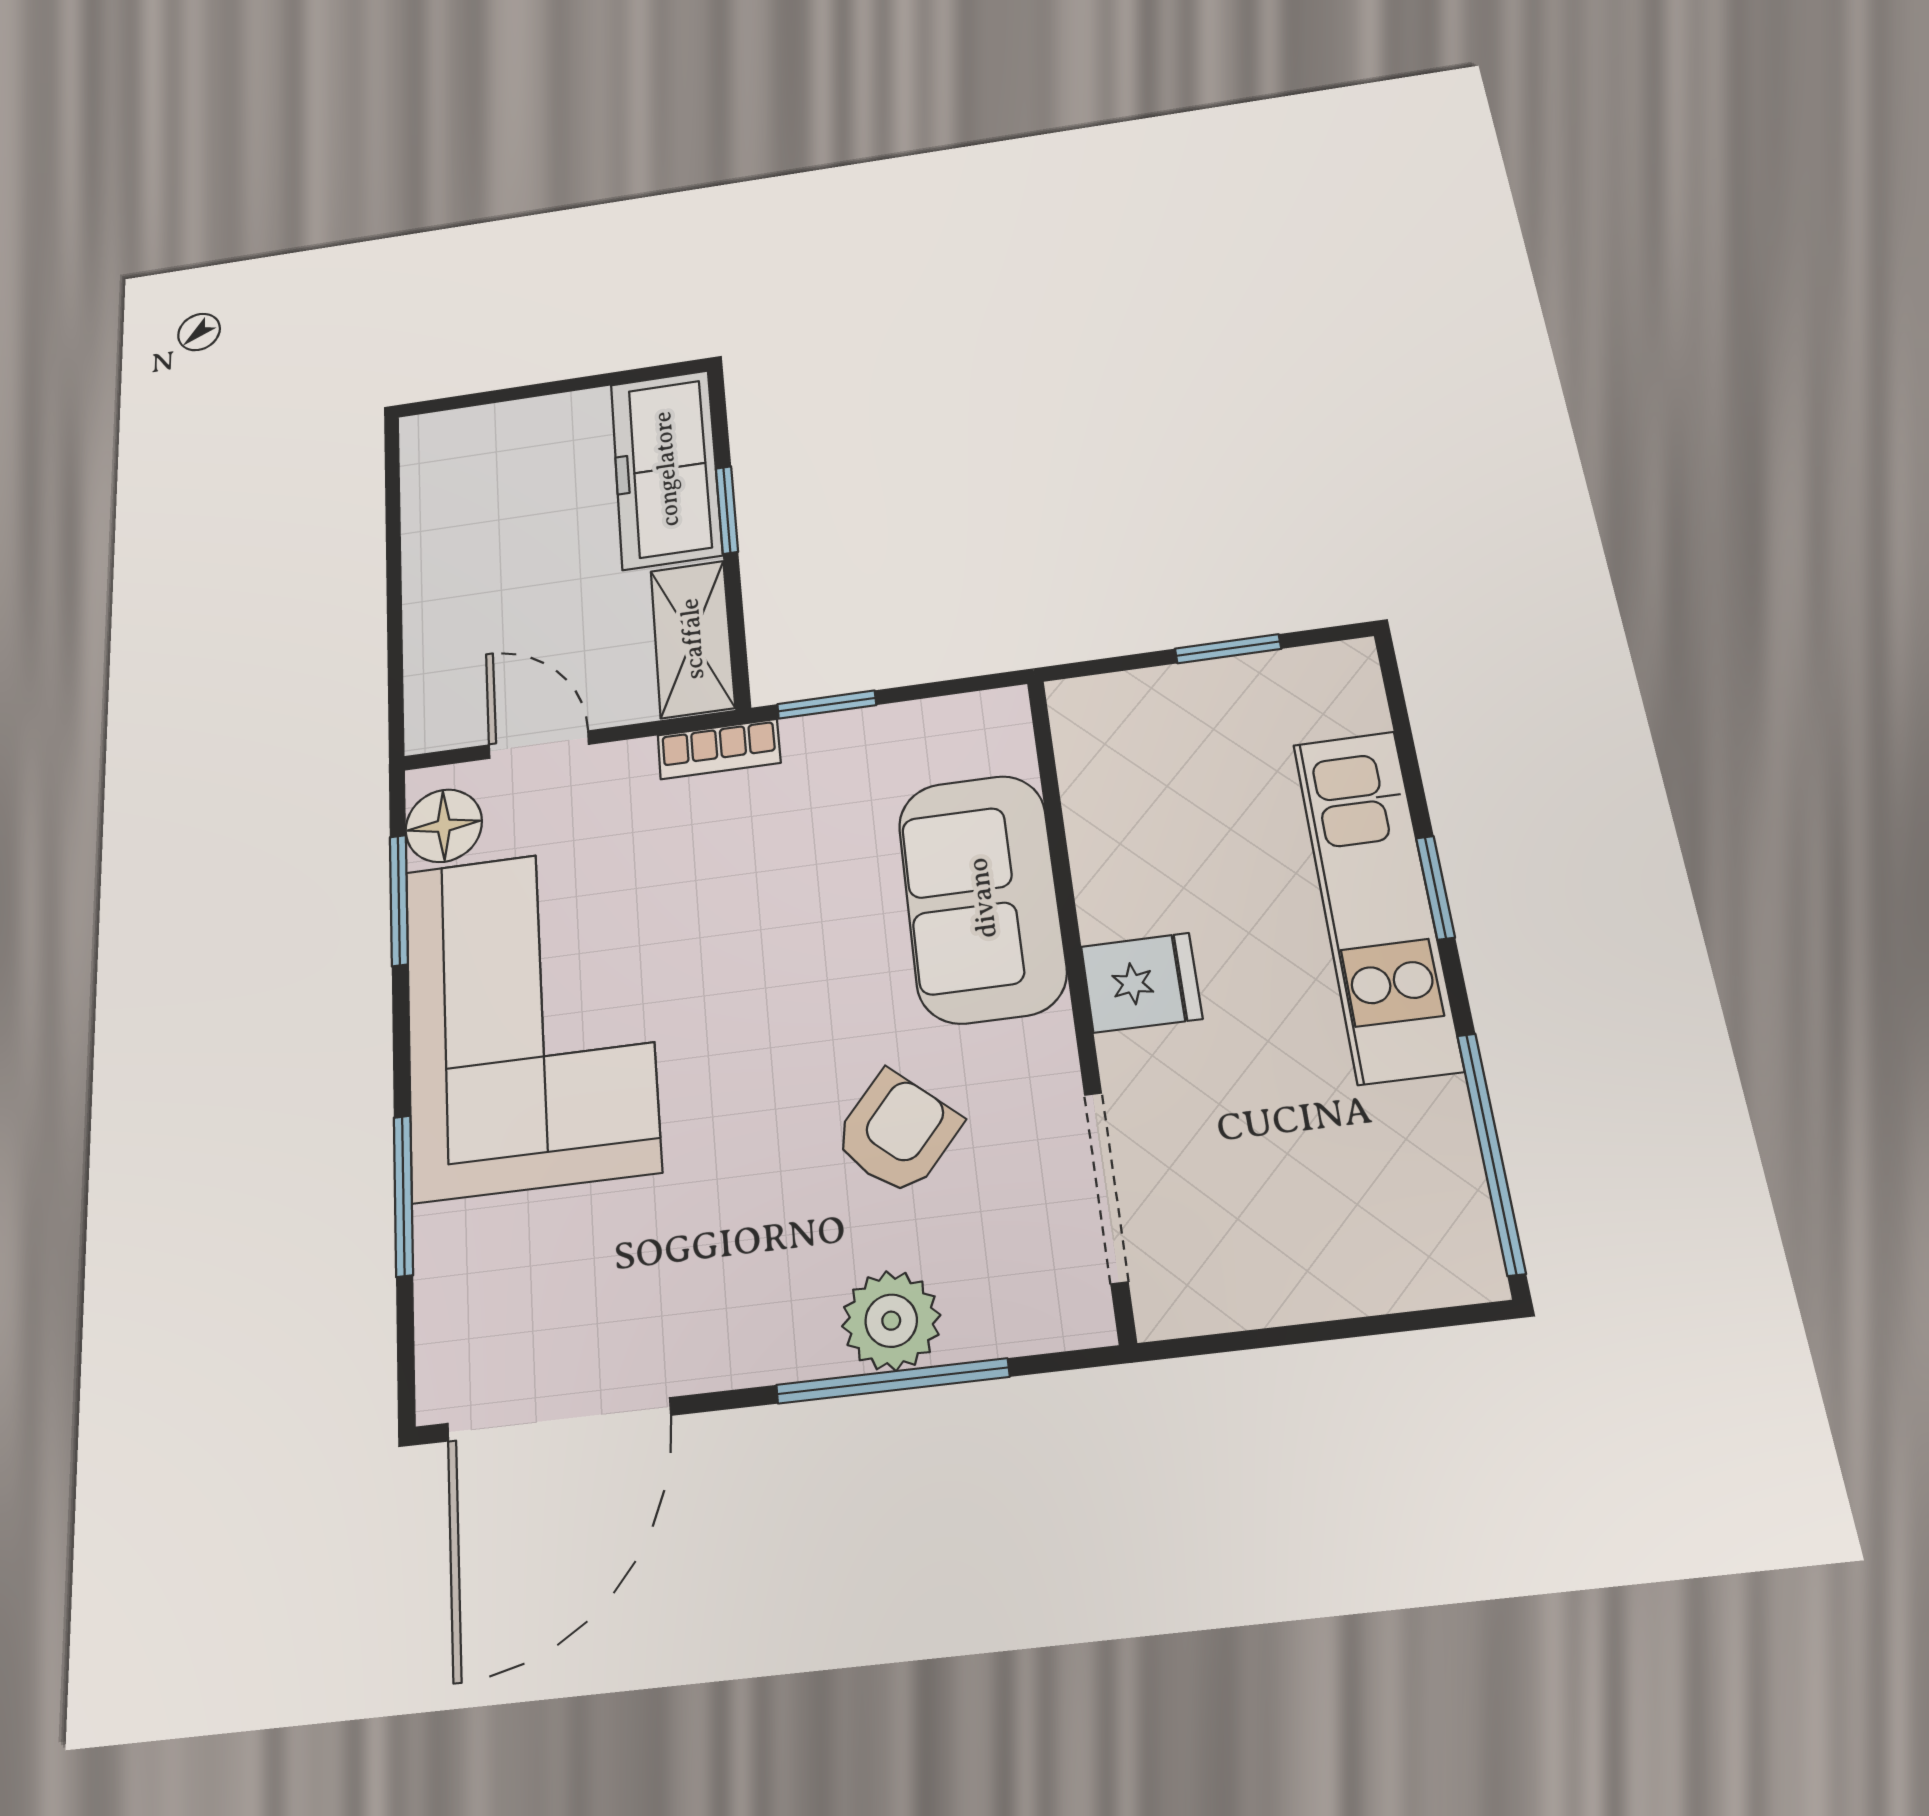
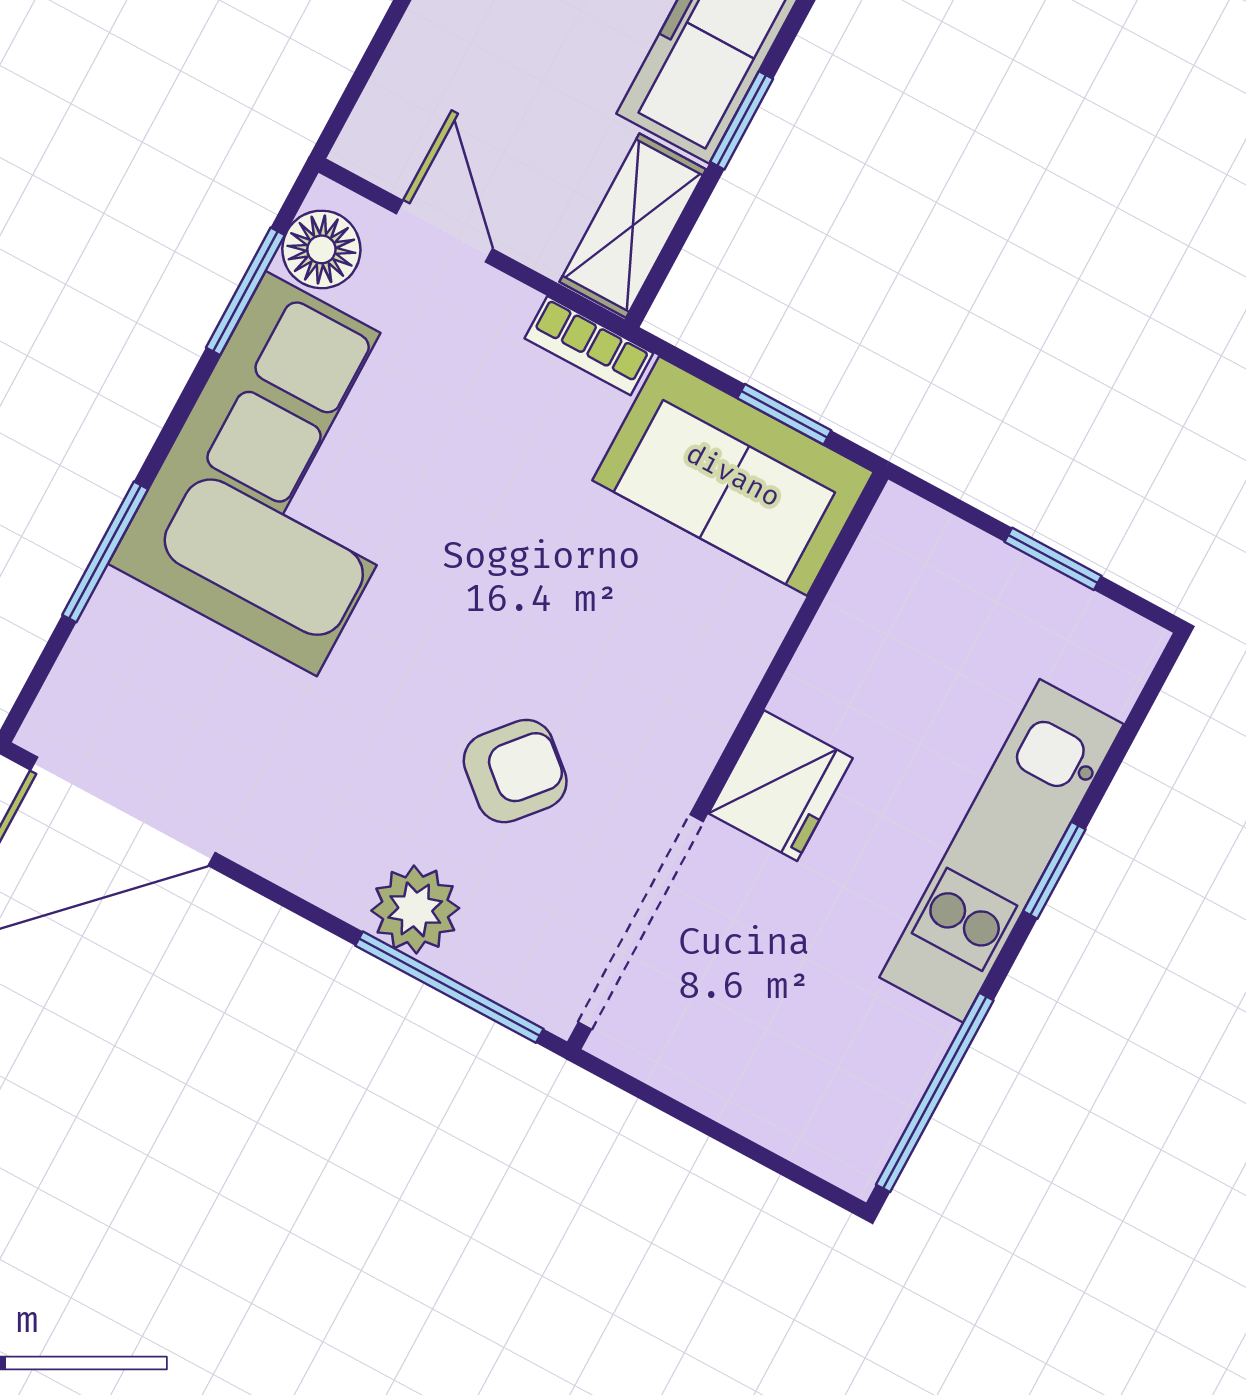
window: (827, 705) -> (784, 414), moved
sofa: (982, 898) -> (733, 476), moved, turned -90
fridge: (1141, 983) -> (781, 786), width x1.38
doorway: (1106, 1187) -> (641, 922), width x1.36
window: (892, 1381) -> (449, 987), moved

